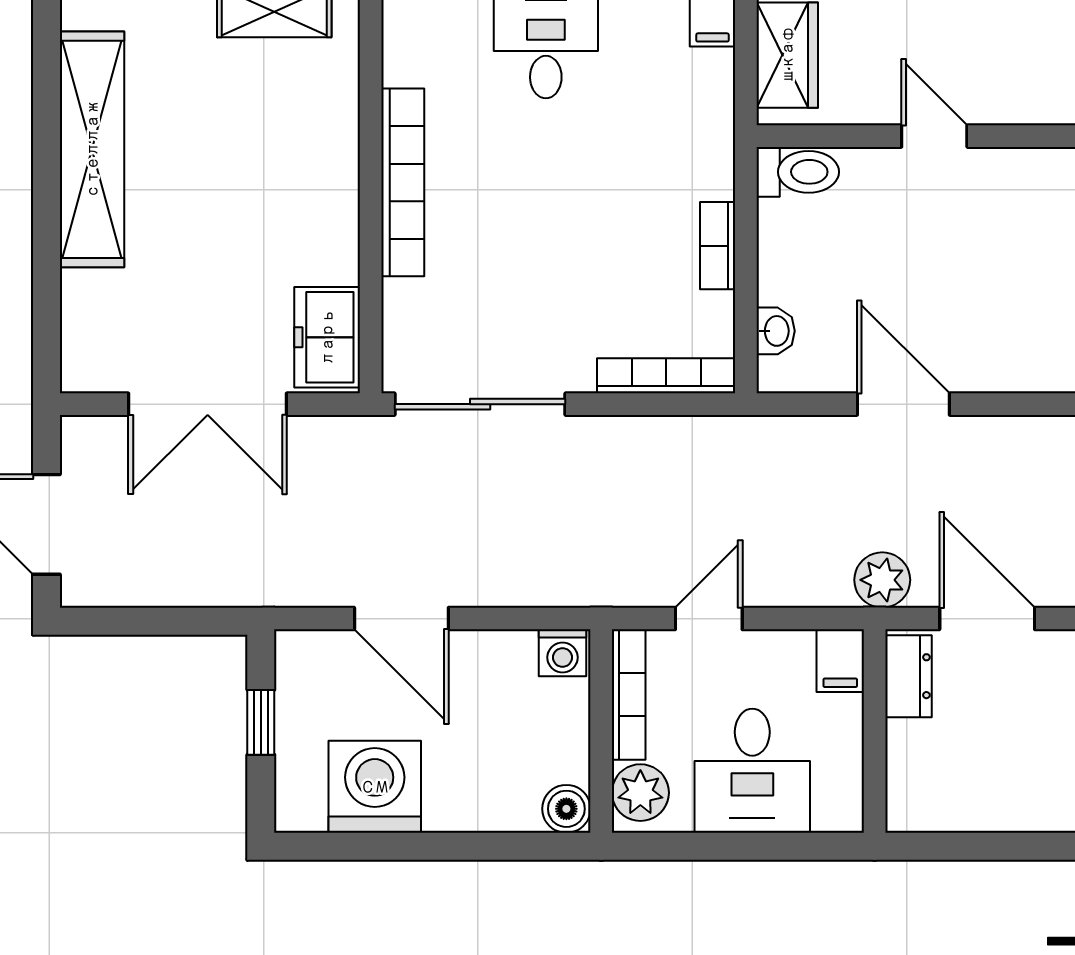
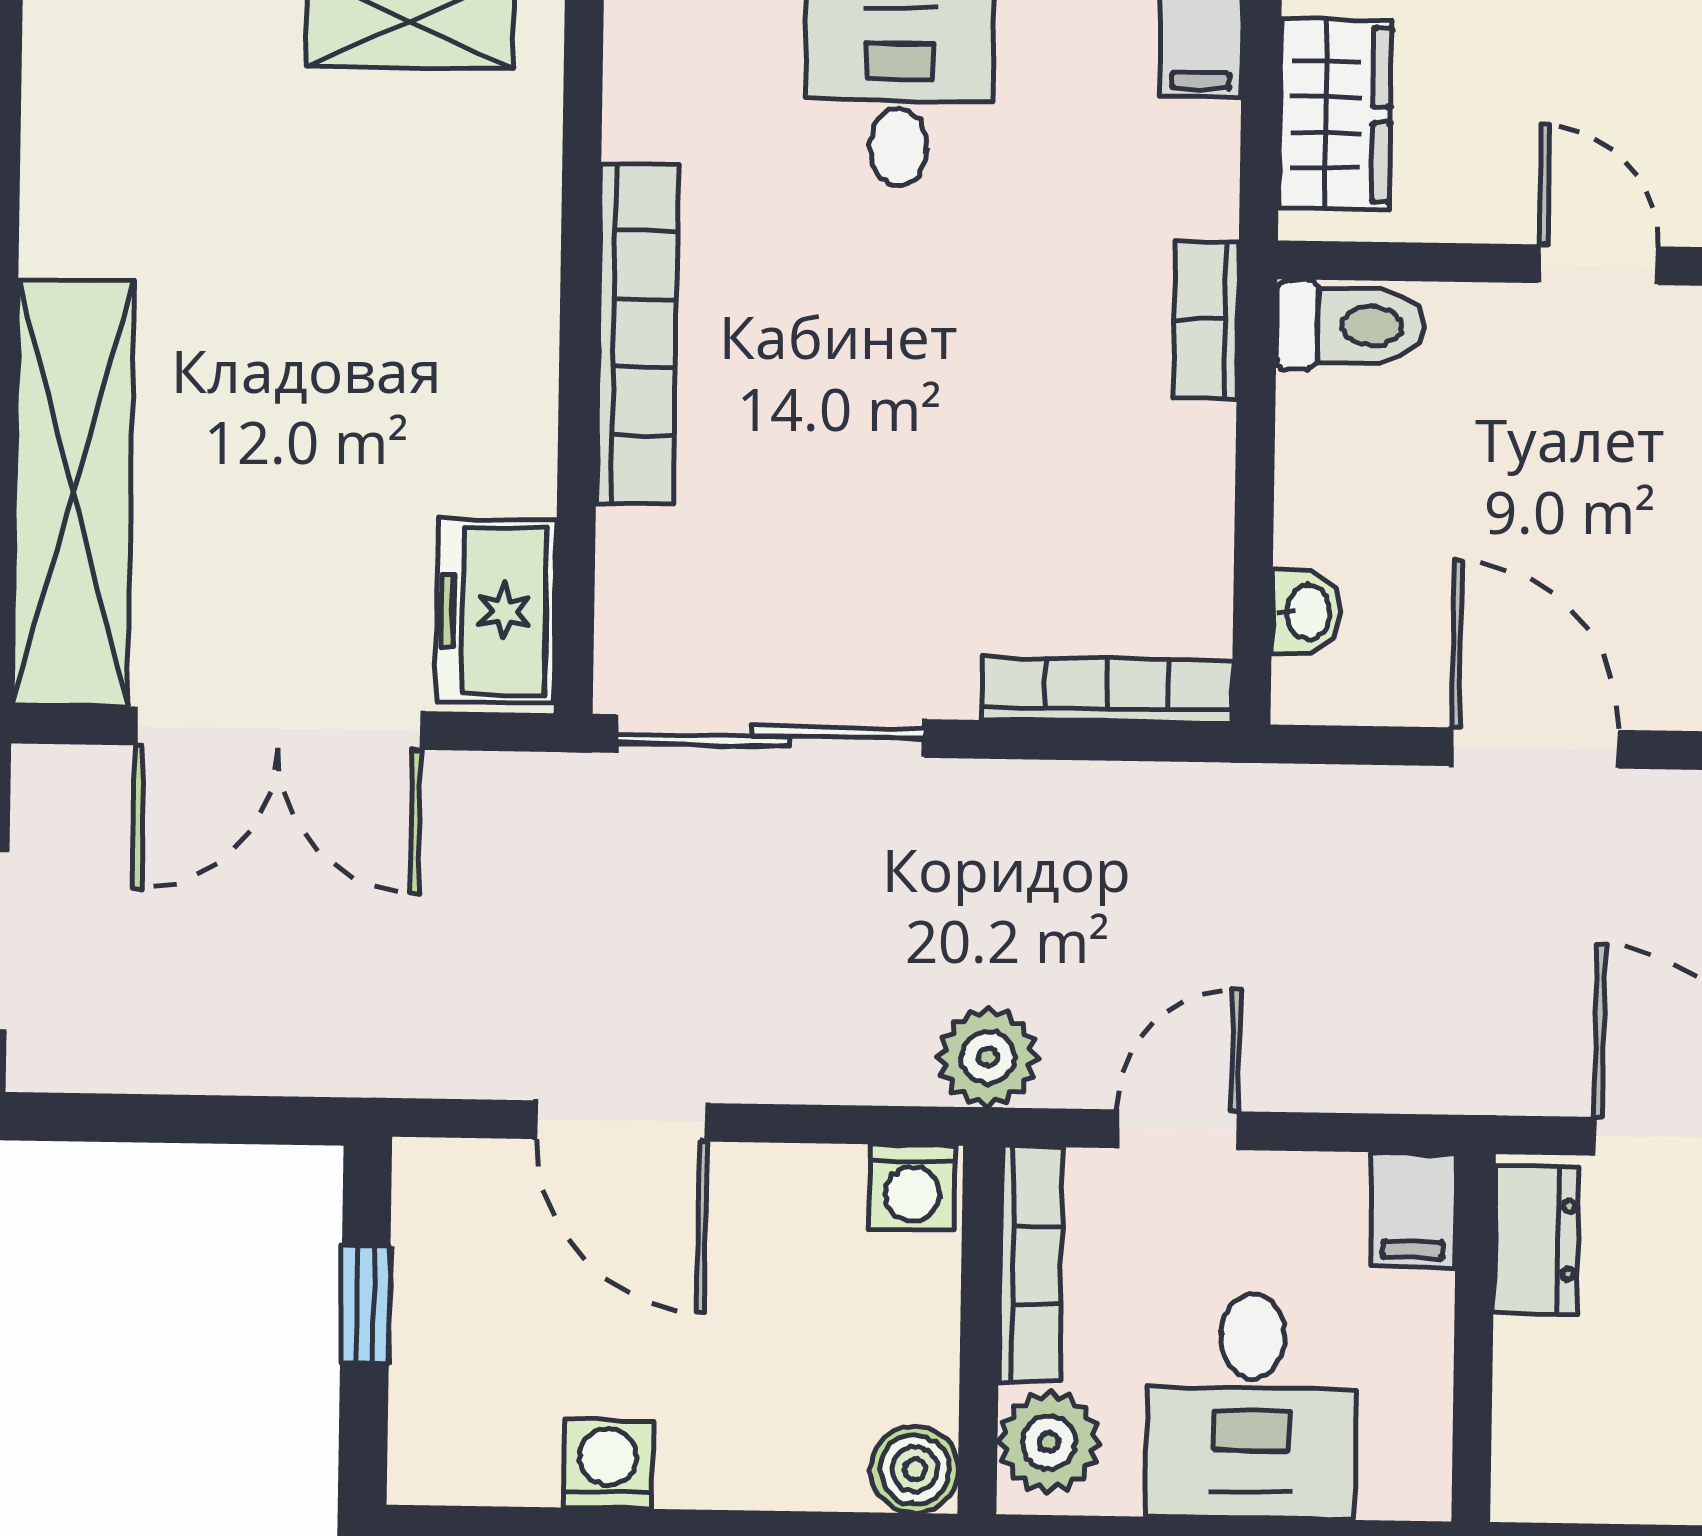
shelving: (92, 149) -> (73, 493), moved
bookcase: (718, 246) -> (1206, 320), moved
plant: (882, 580) -> (988, 1057), moved
washing machine: (375, 787) -> (608, 1464), width x0.53, depth x0.53

